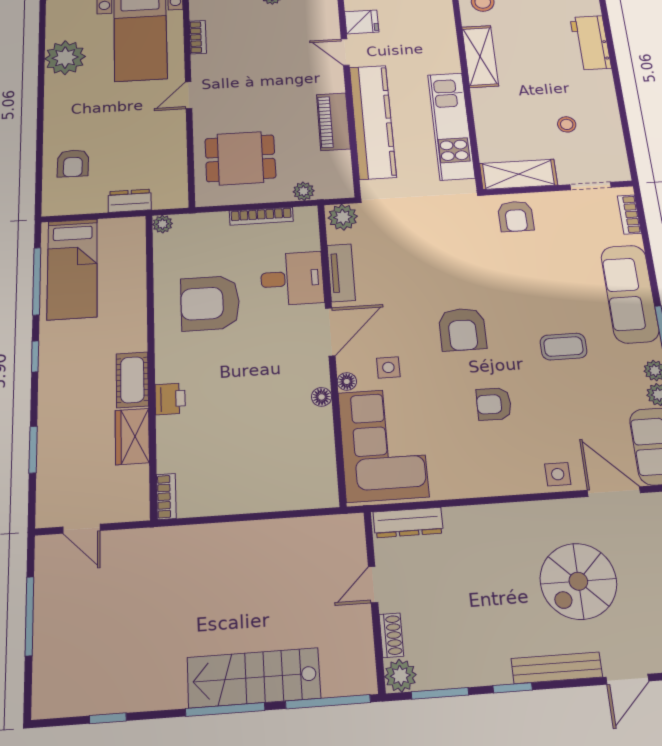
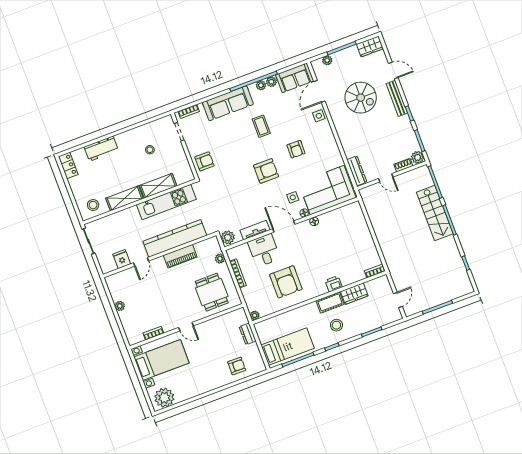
plant: (65, 58) -> (164, 398), moved
shelving: (518, 174) -> (158, 186), moved, turned 90
stool: (78, 379) -> (336, 325), added

